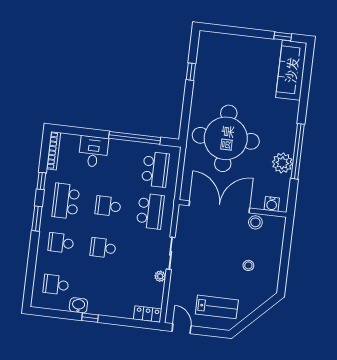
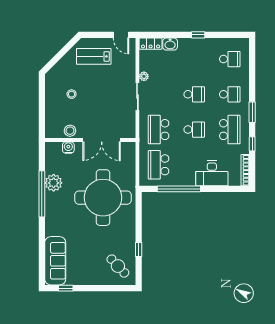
cafe table: (218, 55) -> (118, 266), added
desk: (93, 152) -> (212, 173), width x1.37
water cooler: (272, 204) -> (68, 148), moved
double door: (219, 207) -> (102, 140), width x0.73
washbasin: (78, 305) -> (170, 44), moved

